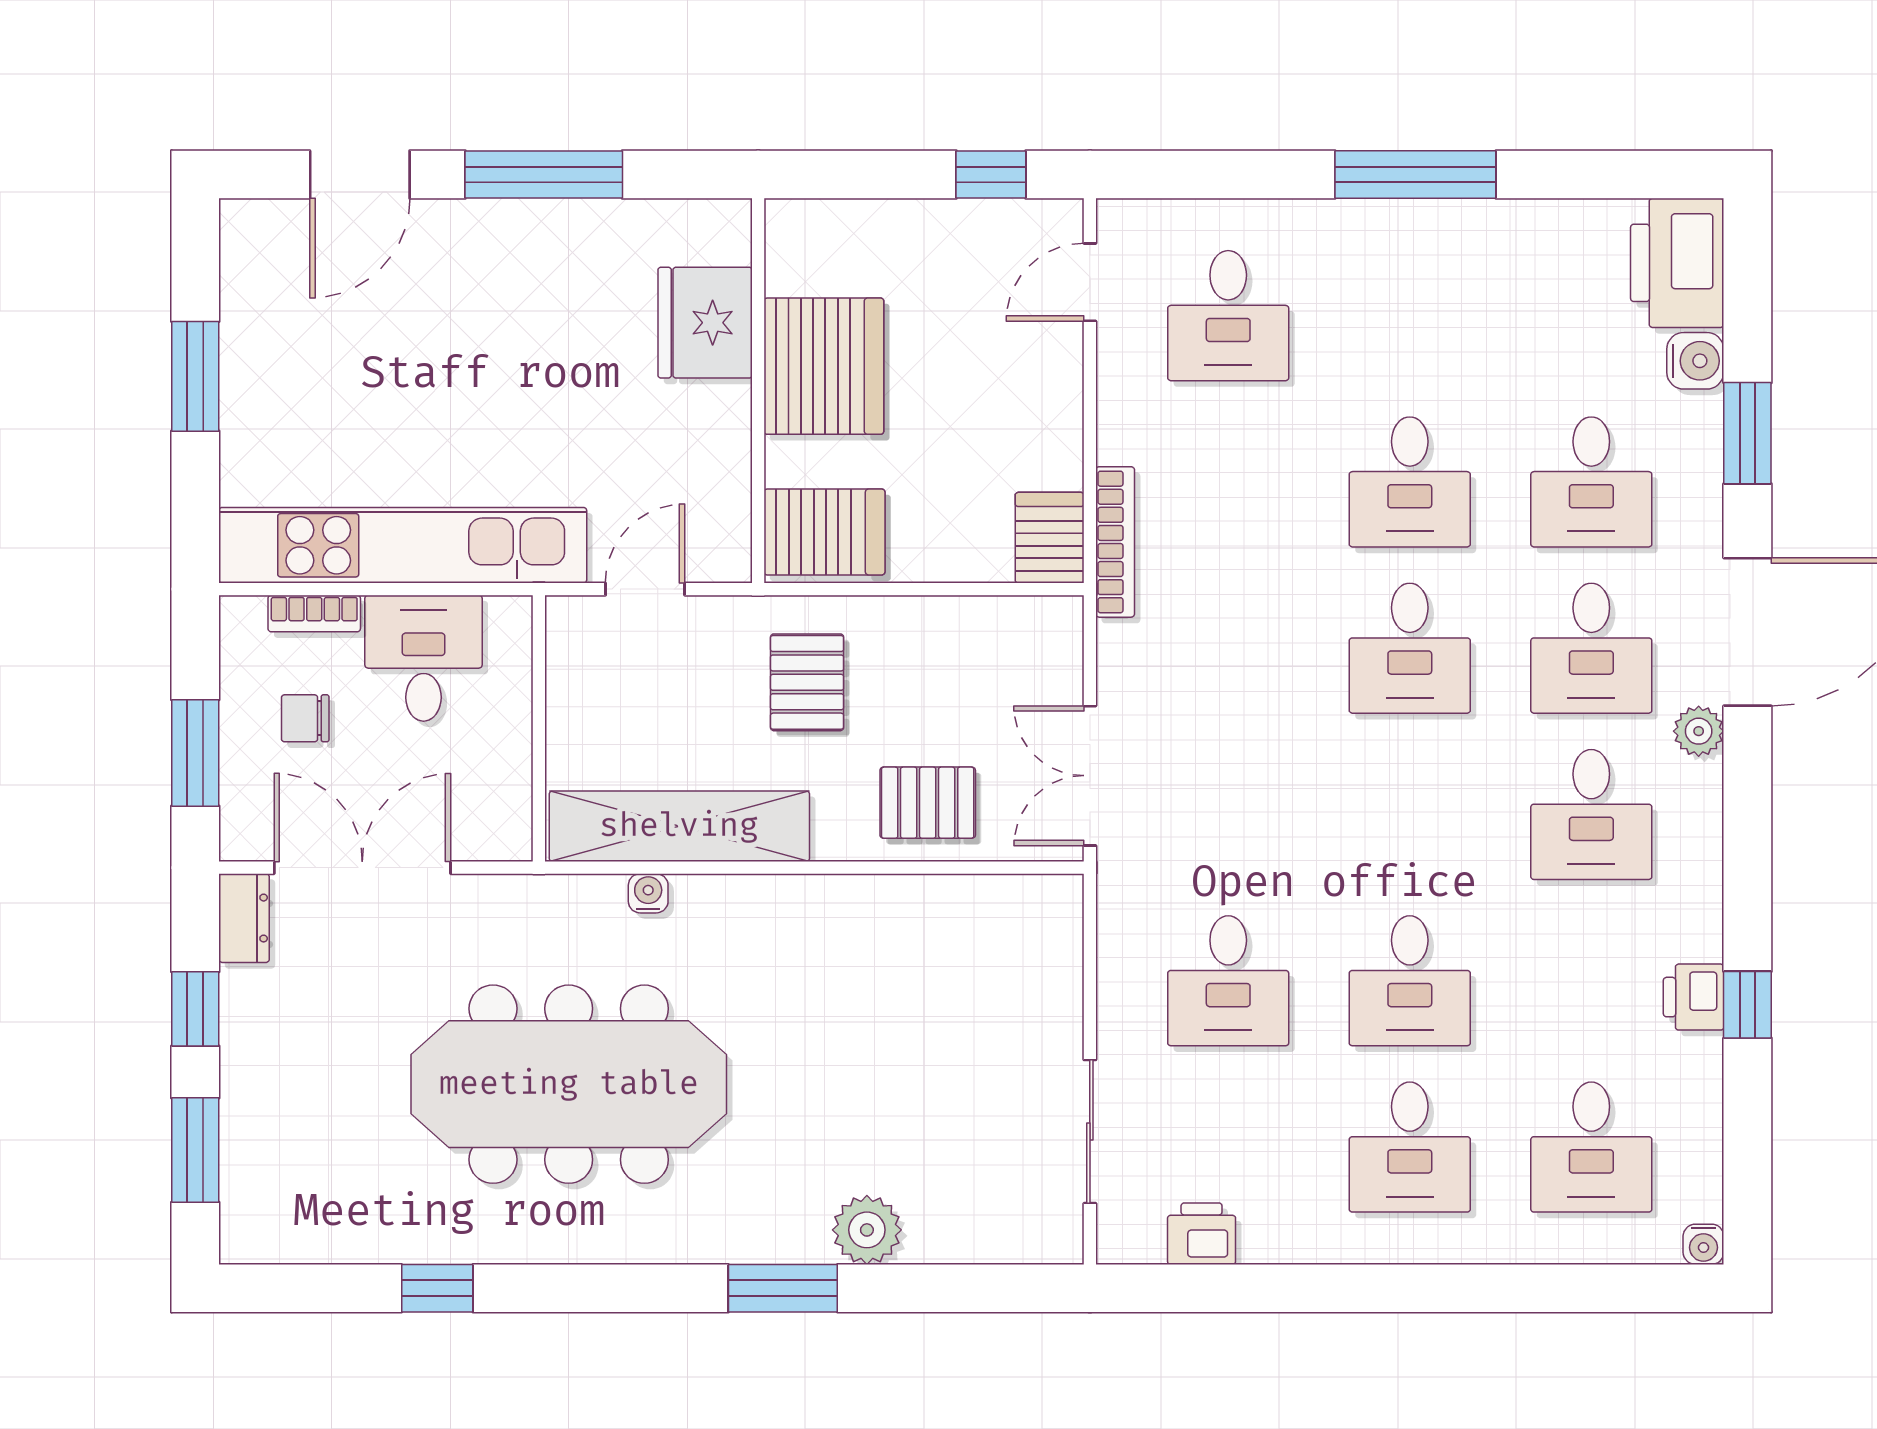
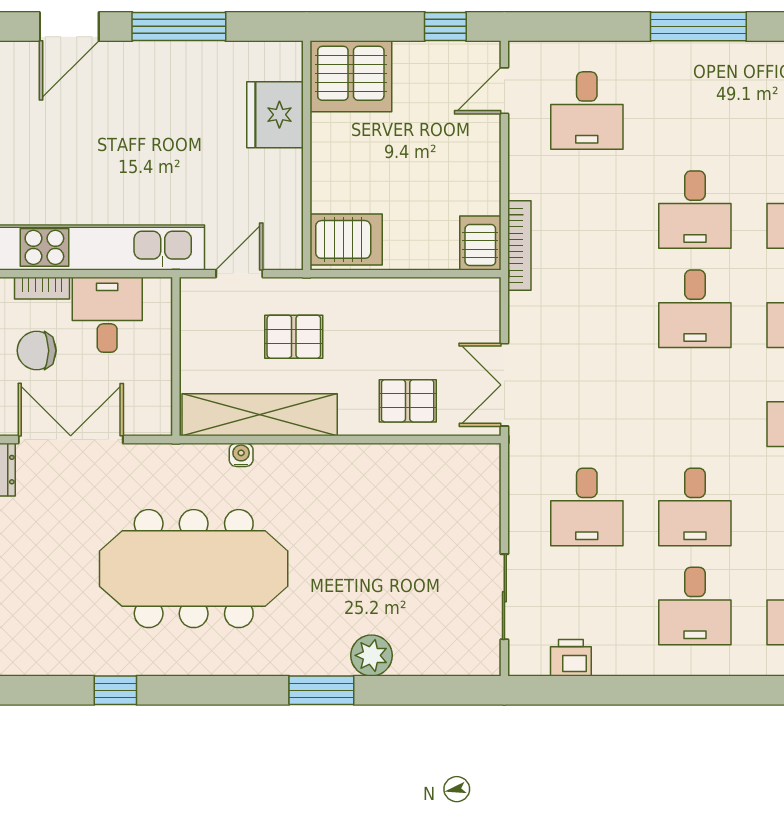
server rack: (824, 366) -> (351, 76), moved, turned 90
pallet: (807, 682) -> (294, 337), moved, turned 90
chair: (305, 718) -> (37, 351), width x1.37, depth x1.37

